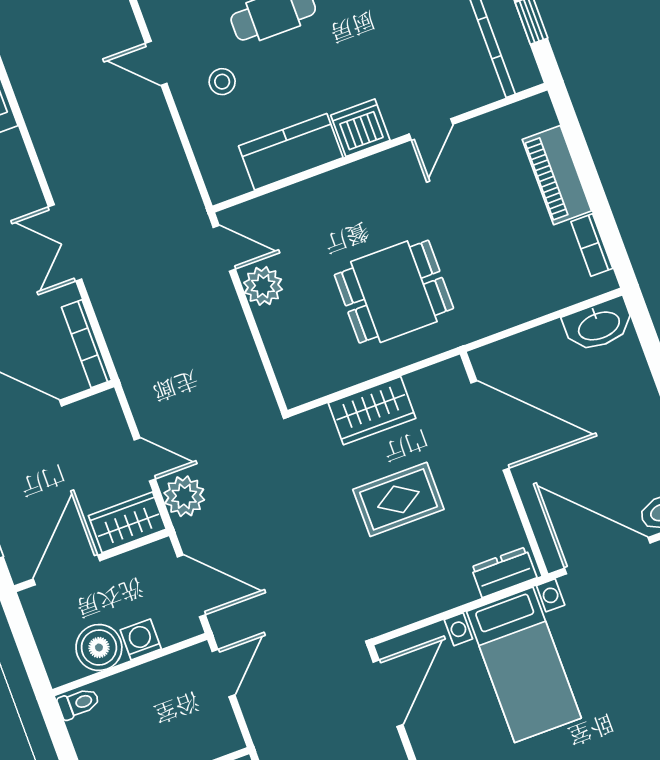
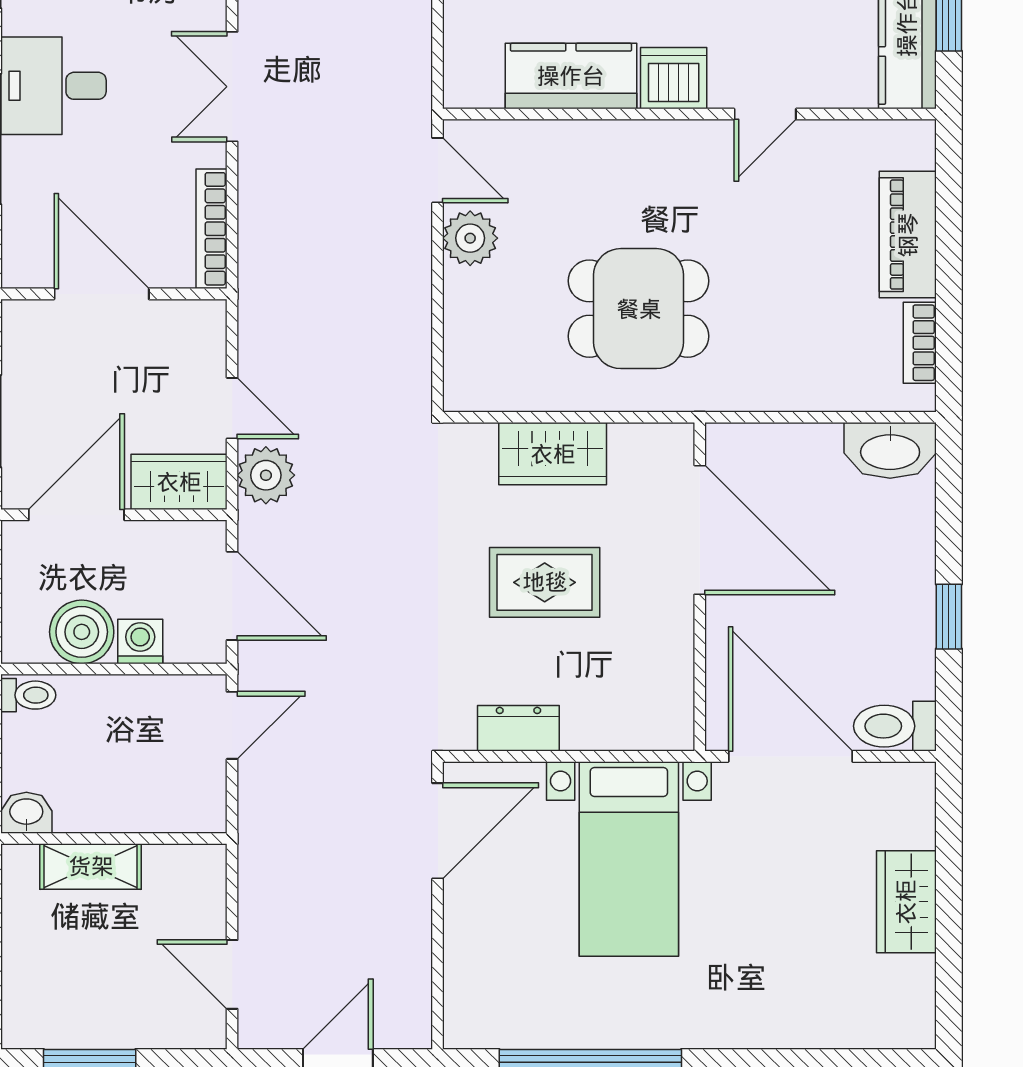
dresser: (504, 572) -> (518, 728), moved

